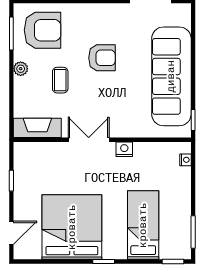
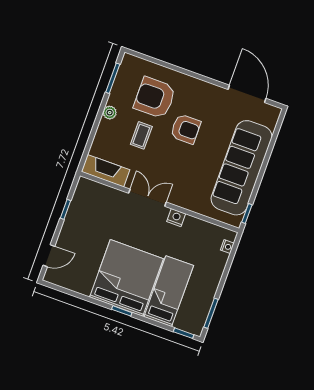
armchair: (43, 30) -> (155, 98), moved, turned 180
bed: (72, 227) -> (126, 278), moved

